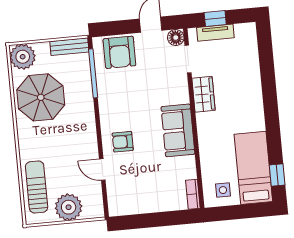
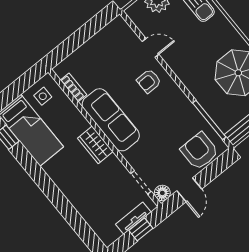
wardrobe: (204, 94) -> (95, 145), moved
sofa: (178, 130) -> (111, 120), width x1.36
armchair: (123, 142) -> (149, 81), turned 180
bookcase: (193, 194) -> (73, 87), moved

